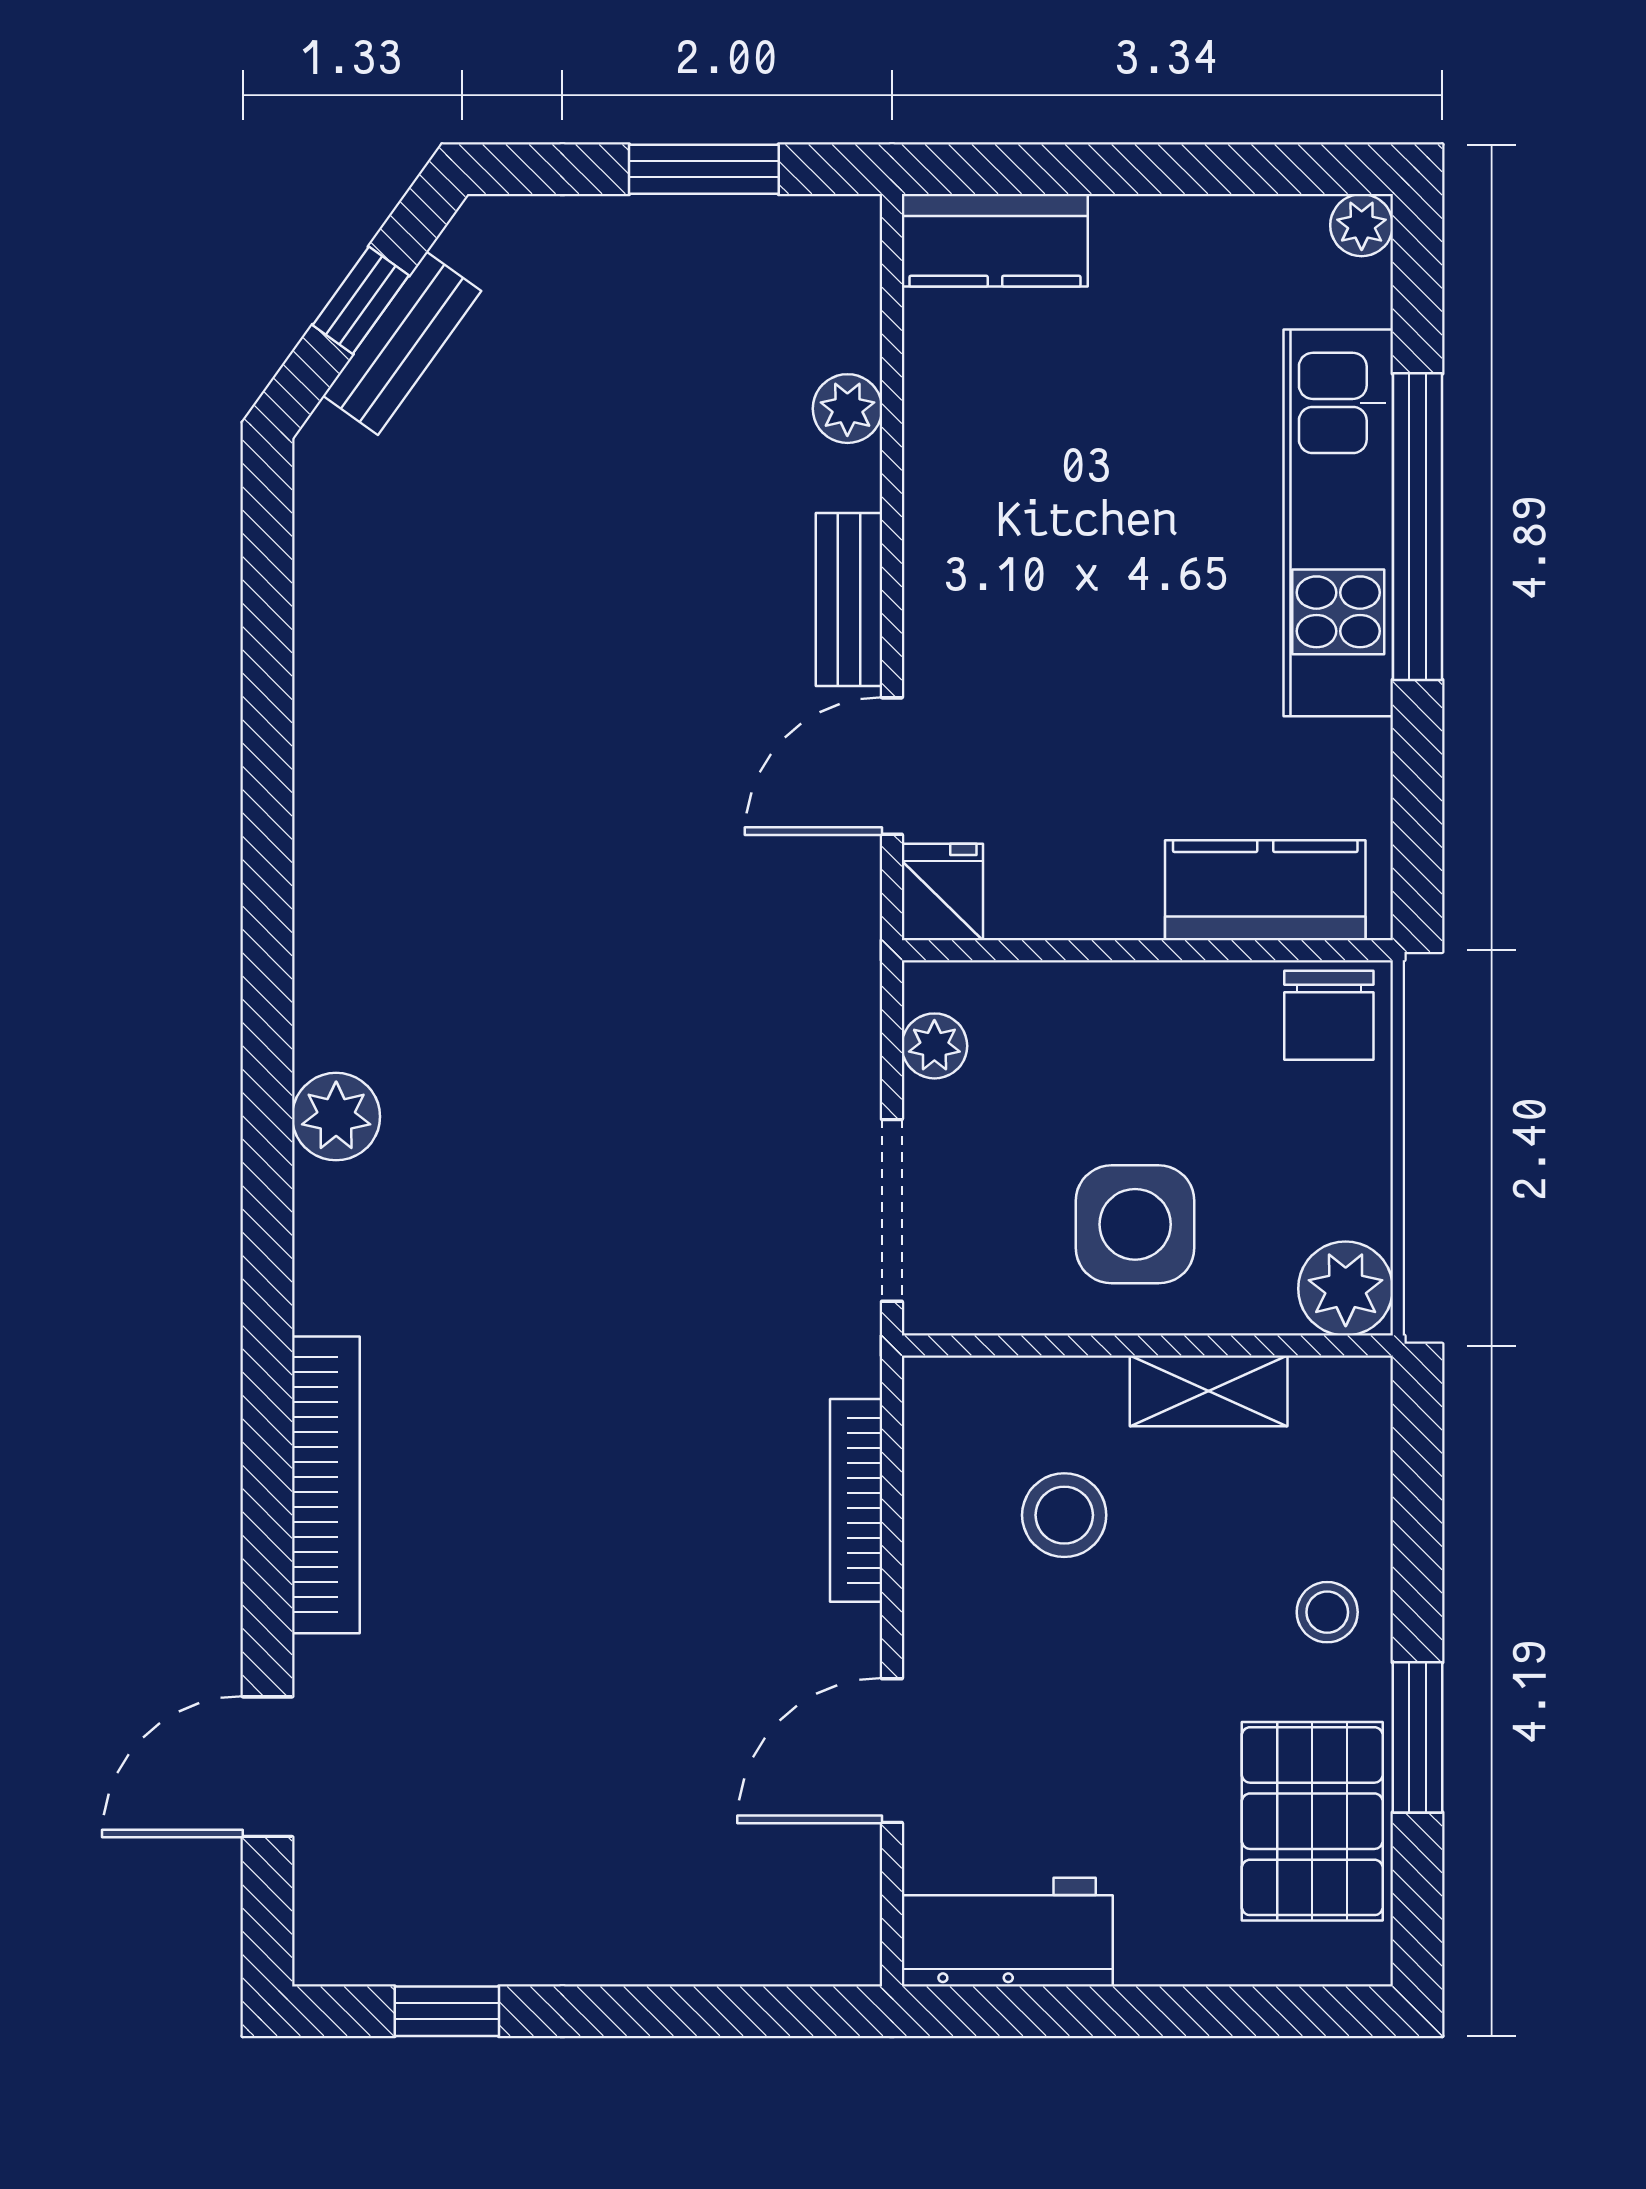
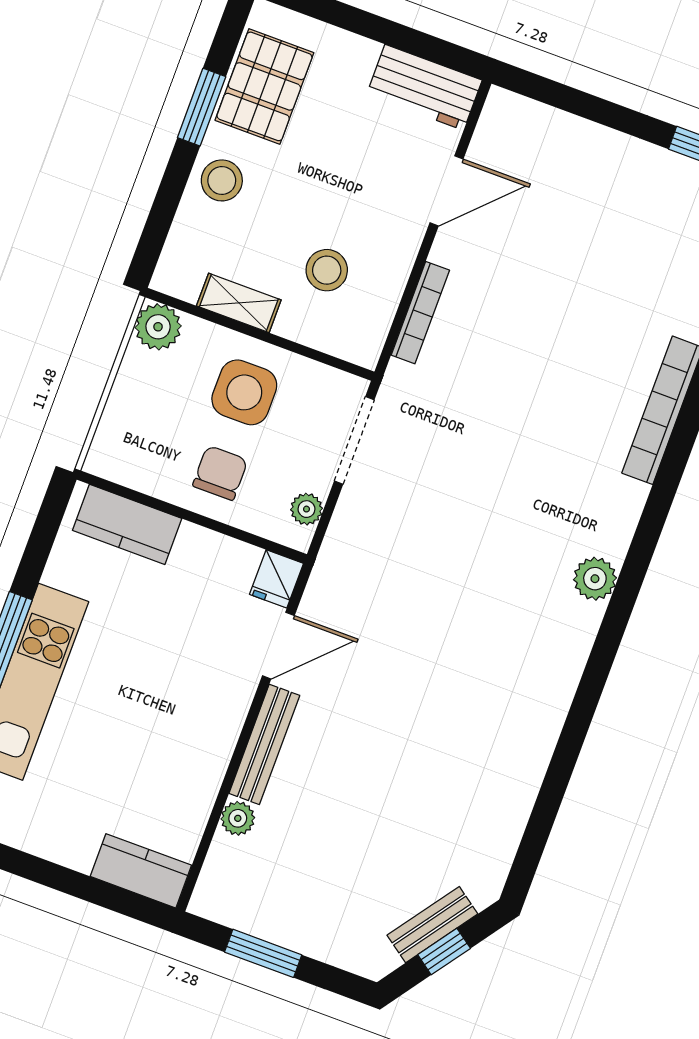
bench: (849, 600) -> (264, 744), width x1.36
chair: (1329, 1015) -> (220, 473), moved
stool: (1327, 1612) -> (222, 180), width x1.37, depth x1.37

